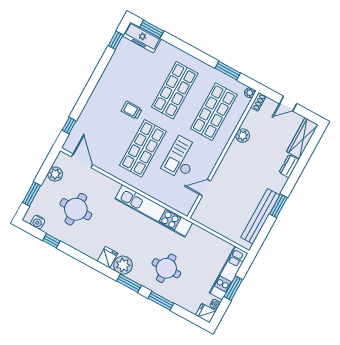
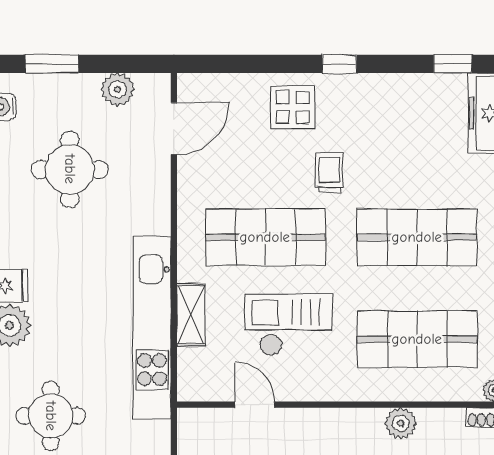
display table: (99, 111) -> (293, 107), added
window: (69, 125) -> (339, 64), moved
shelving: (157, 193) -> (191, 315), added

